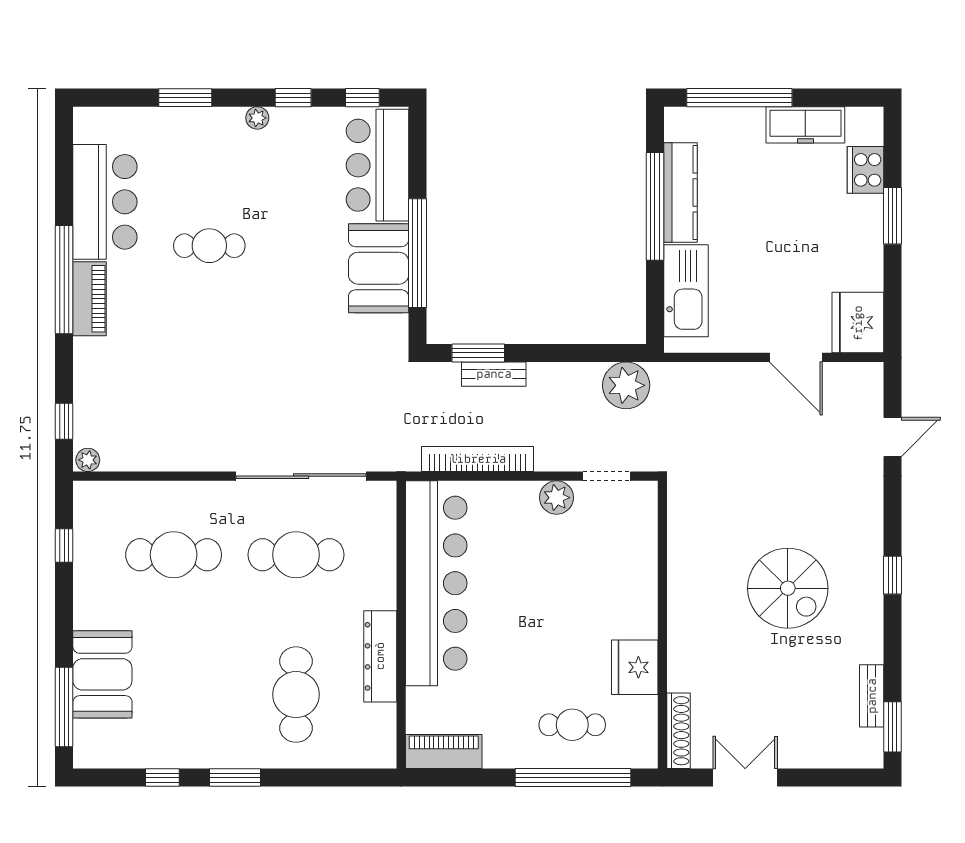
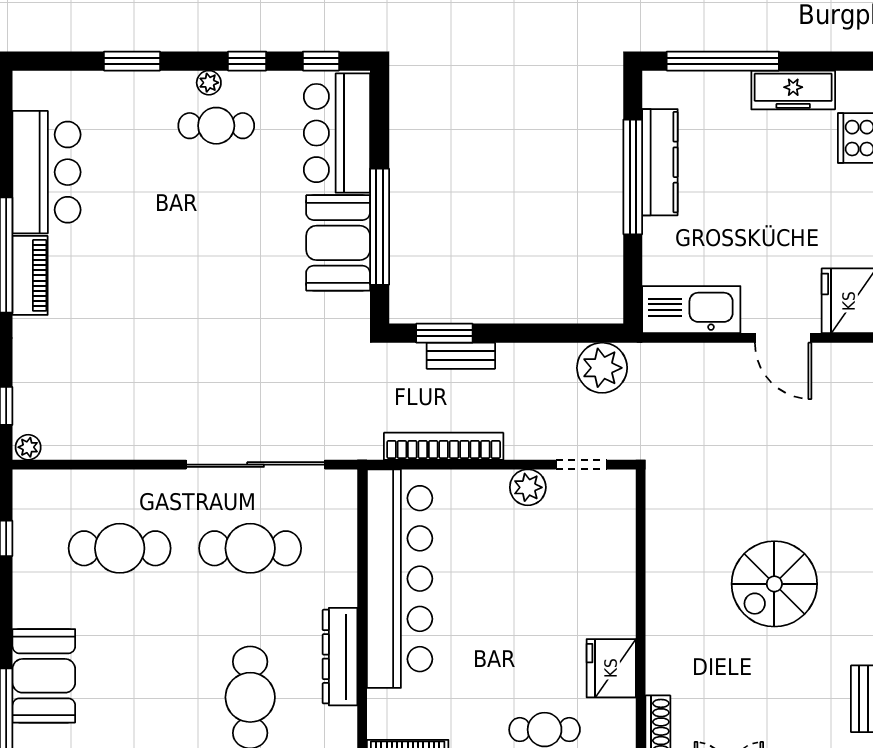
cafe table: (209, 246) -> (216, 126), moved
kitchen sink: (686, 291) -> (691, 310), moved, turned -90
spiral stairs: (788, 588) -> (774, 584), turned 90

